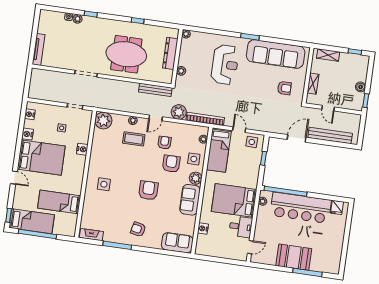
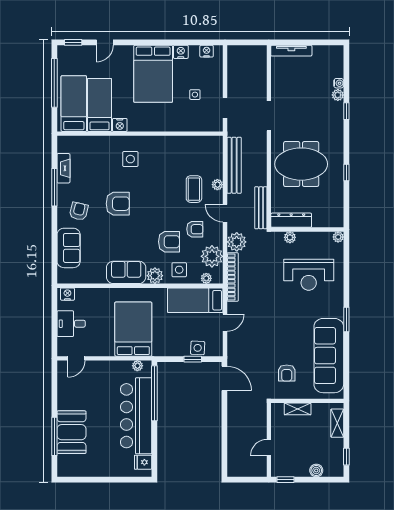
dresser: (170, 53) -> (291, 220), moved
meeting table: (126, 54) -> (301, 164), turned 90
reception desk: (225, 65) -> (309, 275), moved
boiler: (361, 87) -> (316, 470), moved
door: (328, 108) -> (269, 448), moved
plant: (103, 121) -> (212, 256), moved
bench: (330, 136) -> (234, 165), moved
door: (297, 138) -> (224, 378), moved
side table: (252, 142) -> (198, 348), moved
nightstand: (82, 149) -> (120, 125), moved
door: (14, 178) -> (105, 42), moved
armchair: (148, 190) -> (118, 204), moved
bed: (32, 221) -> (74, 104), moved, turned 180
desk: (241, 227) -> (71, 324), moved, turned 90
nightstand: (203, 228) -> (67, 294), moved
fireplace: (91, 235) -> (63, 168), moved
sofa: (177, 243) -> (69, 248), moved
door: (250, 247) -> (76, 358), hinge flipped
booth: (294, 257) -> (71, 432), moved

